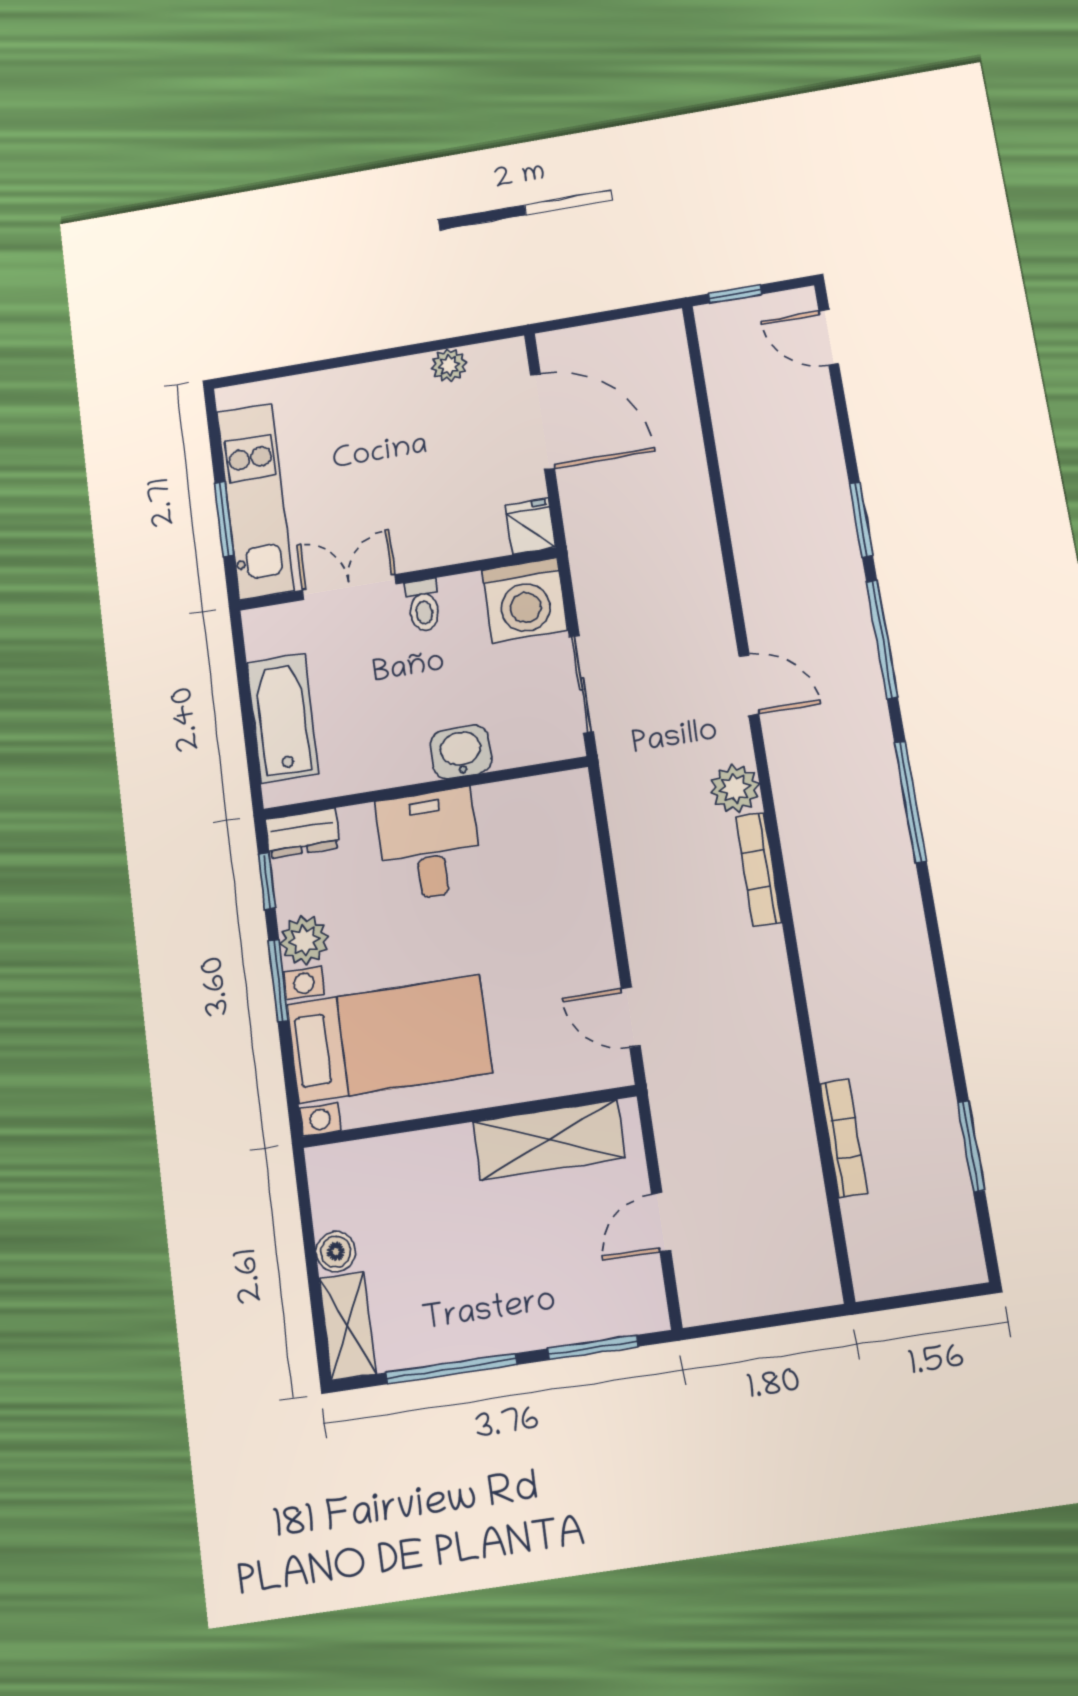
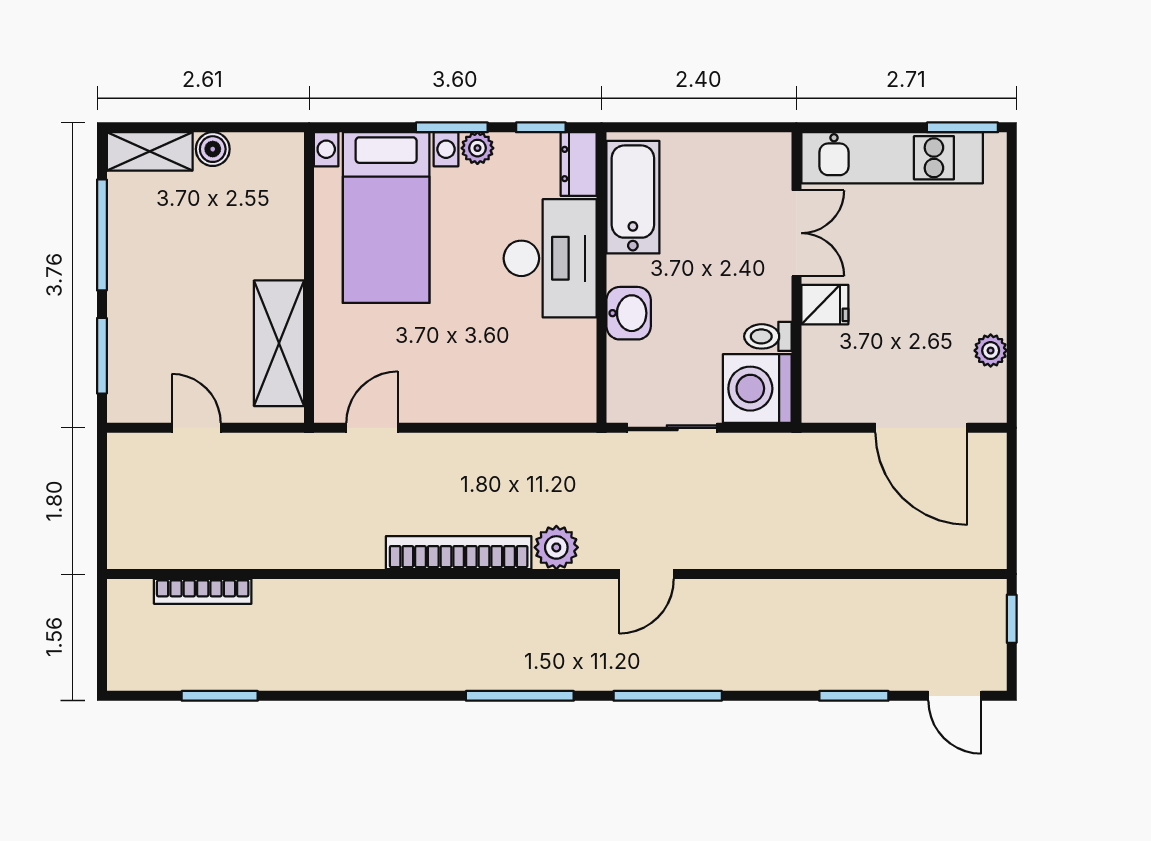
door: (829, 337) -> (955, 696), swing flipped
door: (542, 421) -> (921, 428), hinge flipped
window: (224, 519) -> (962, 127), moved
window: (861, 520) -> (854, 696), moved
fridge: (530, 526) -> (825, 305), moved
toilet: (424, 605) -> (768, 336), moved
bathtub: (283, 718) -> (633, 197), moved, turned -90
desk: (429, 845) -> (550, 258), width x1.37
bookcase: (759, 869) -> (459, 553), width x1.48, depth x1.31
plant: (304, 940) -> (477, 148), width x0.73, depth x0.73
bookcase: (844, 1138) -> (203, 591), moved

